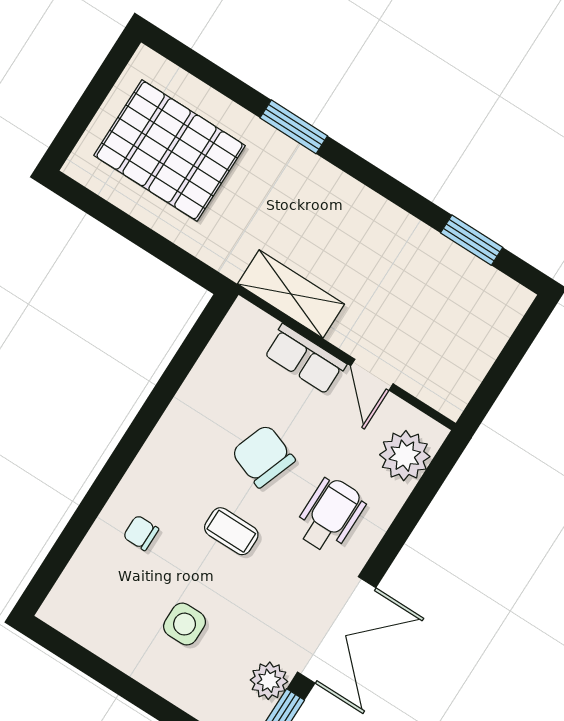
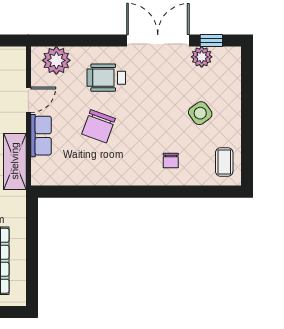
coffee table: (231, 531) -> (224, 162), moved
side table: (185, 624) -> (200, 113), turned -36

